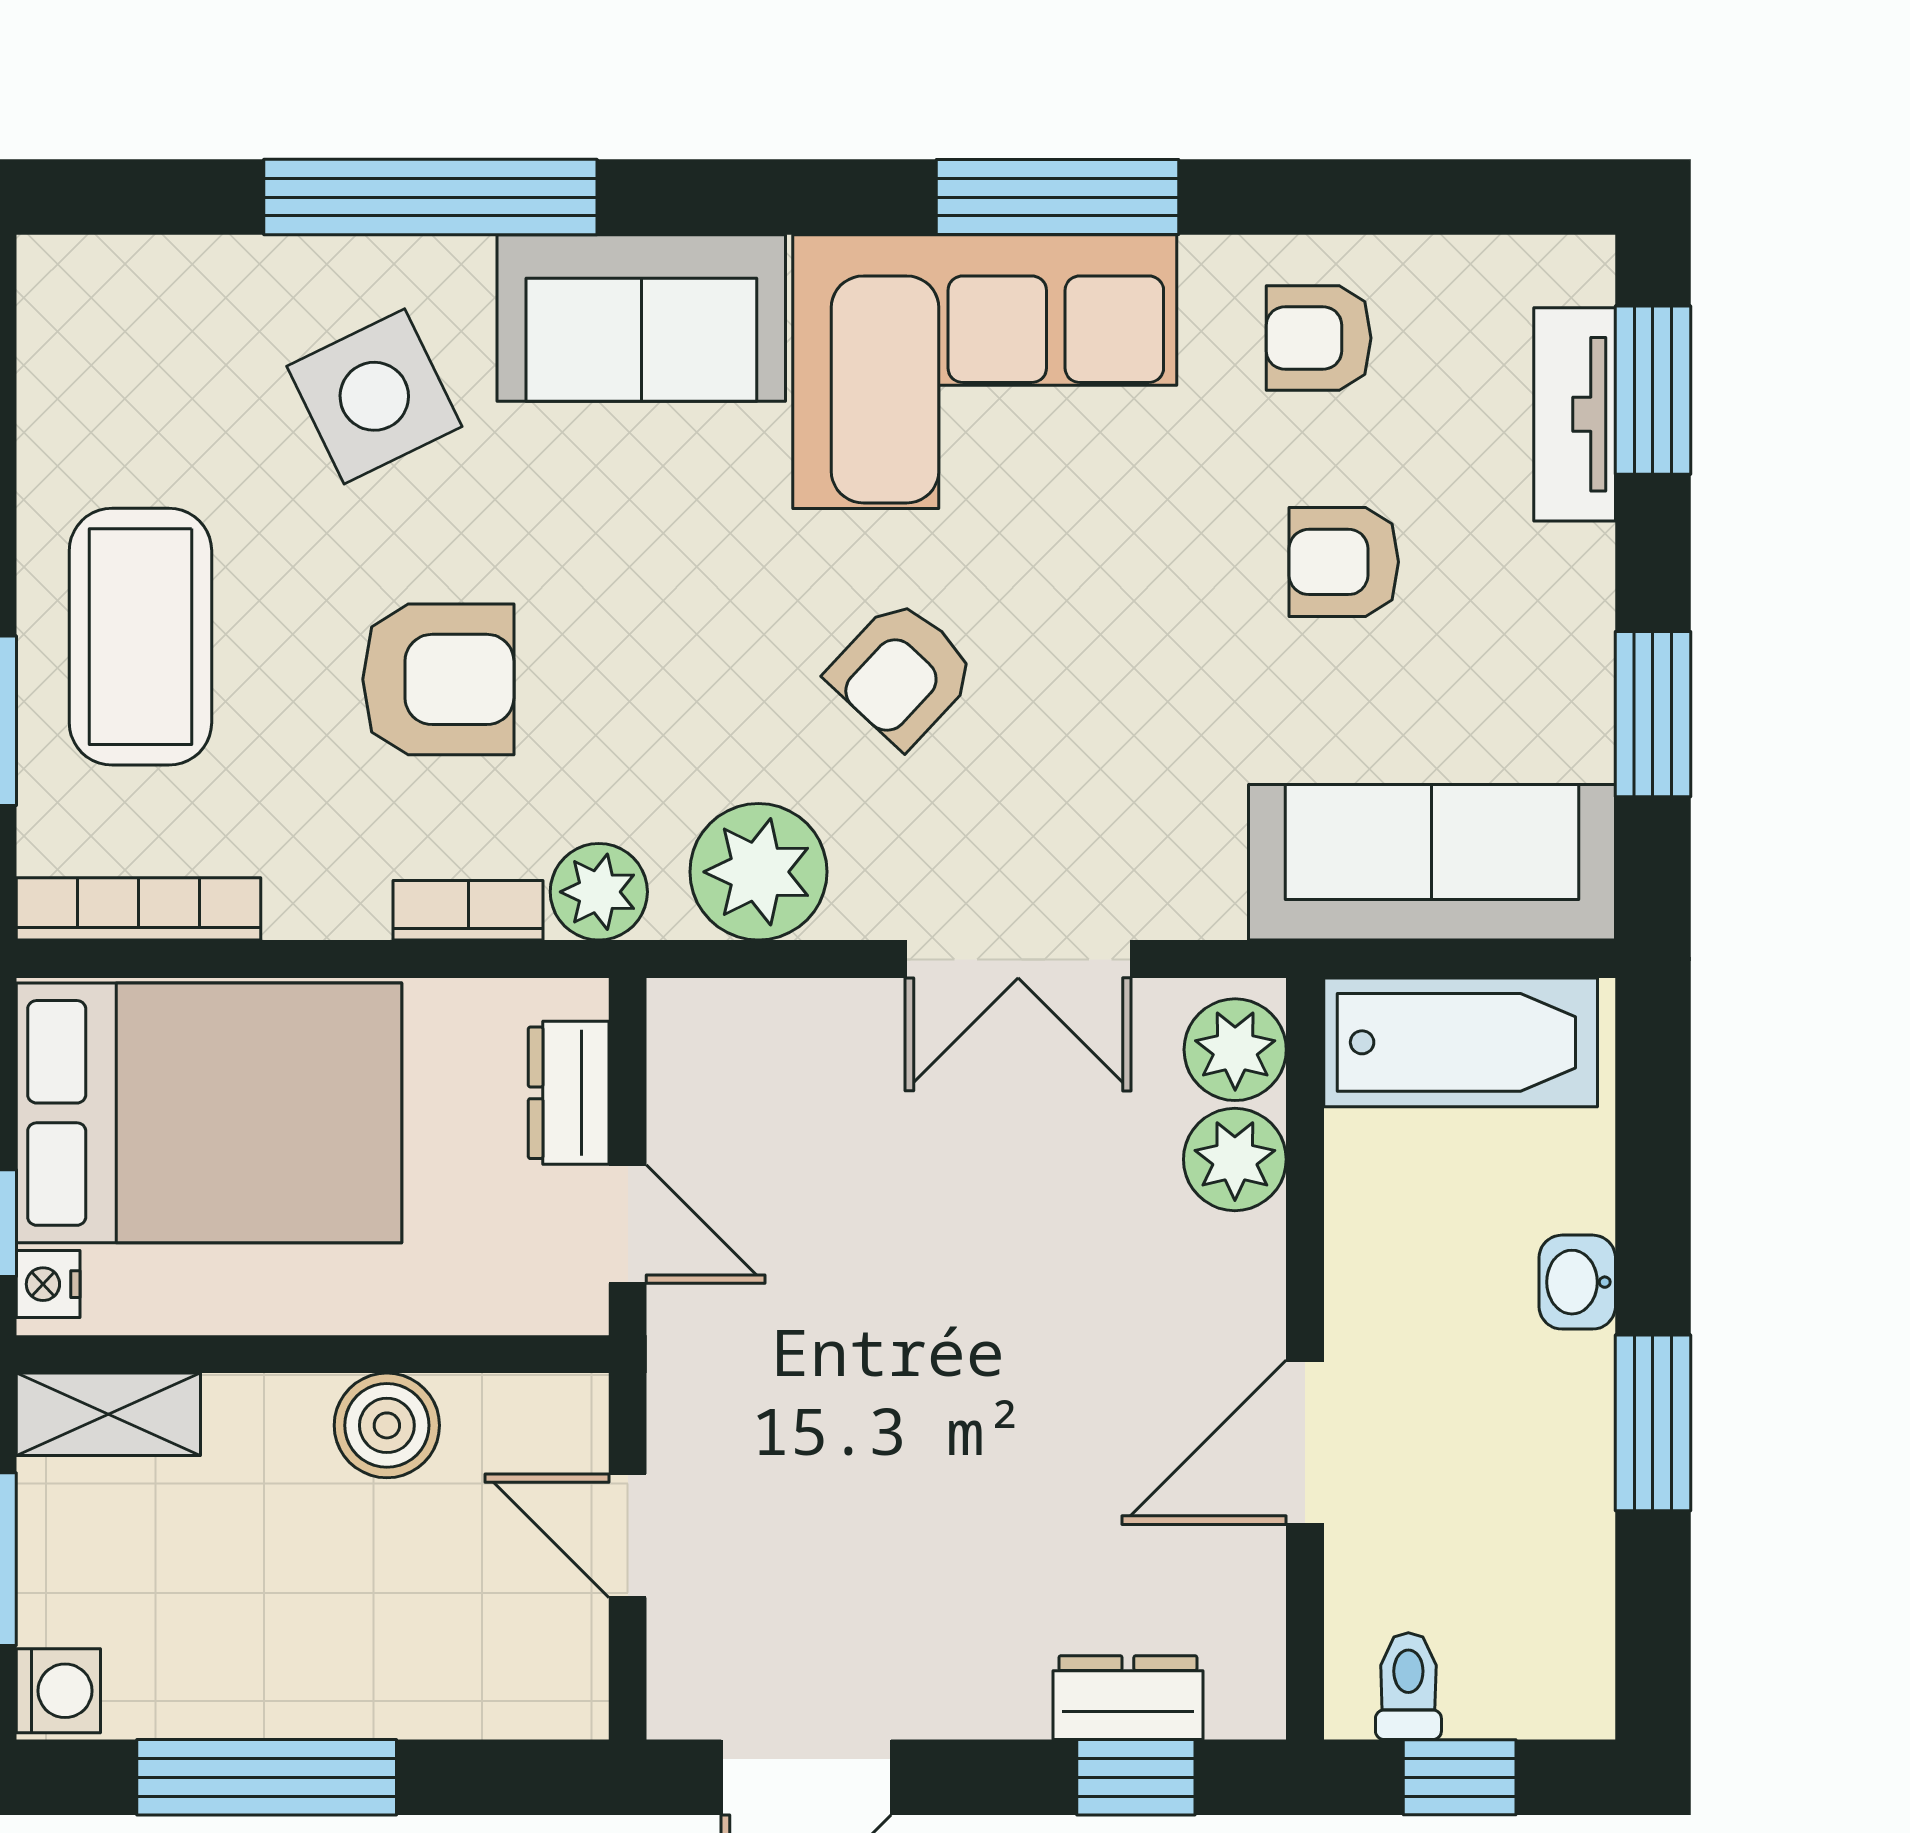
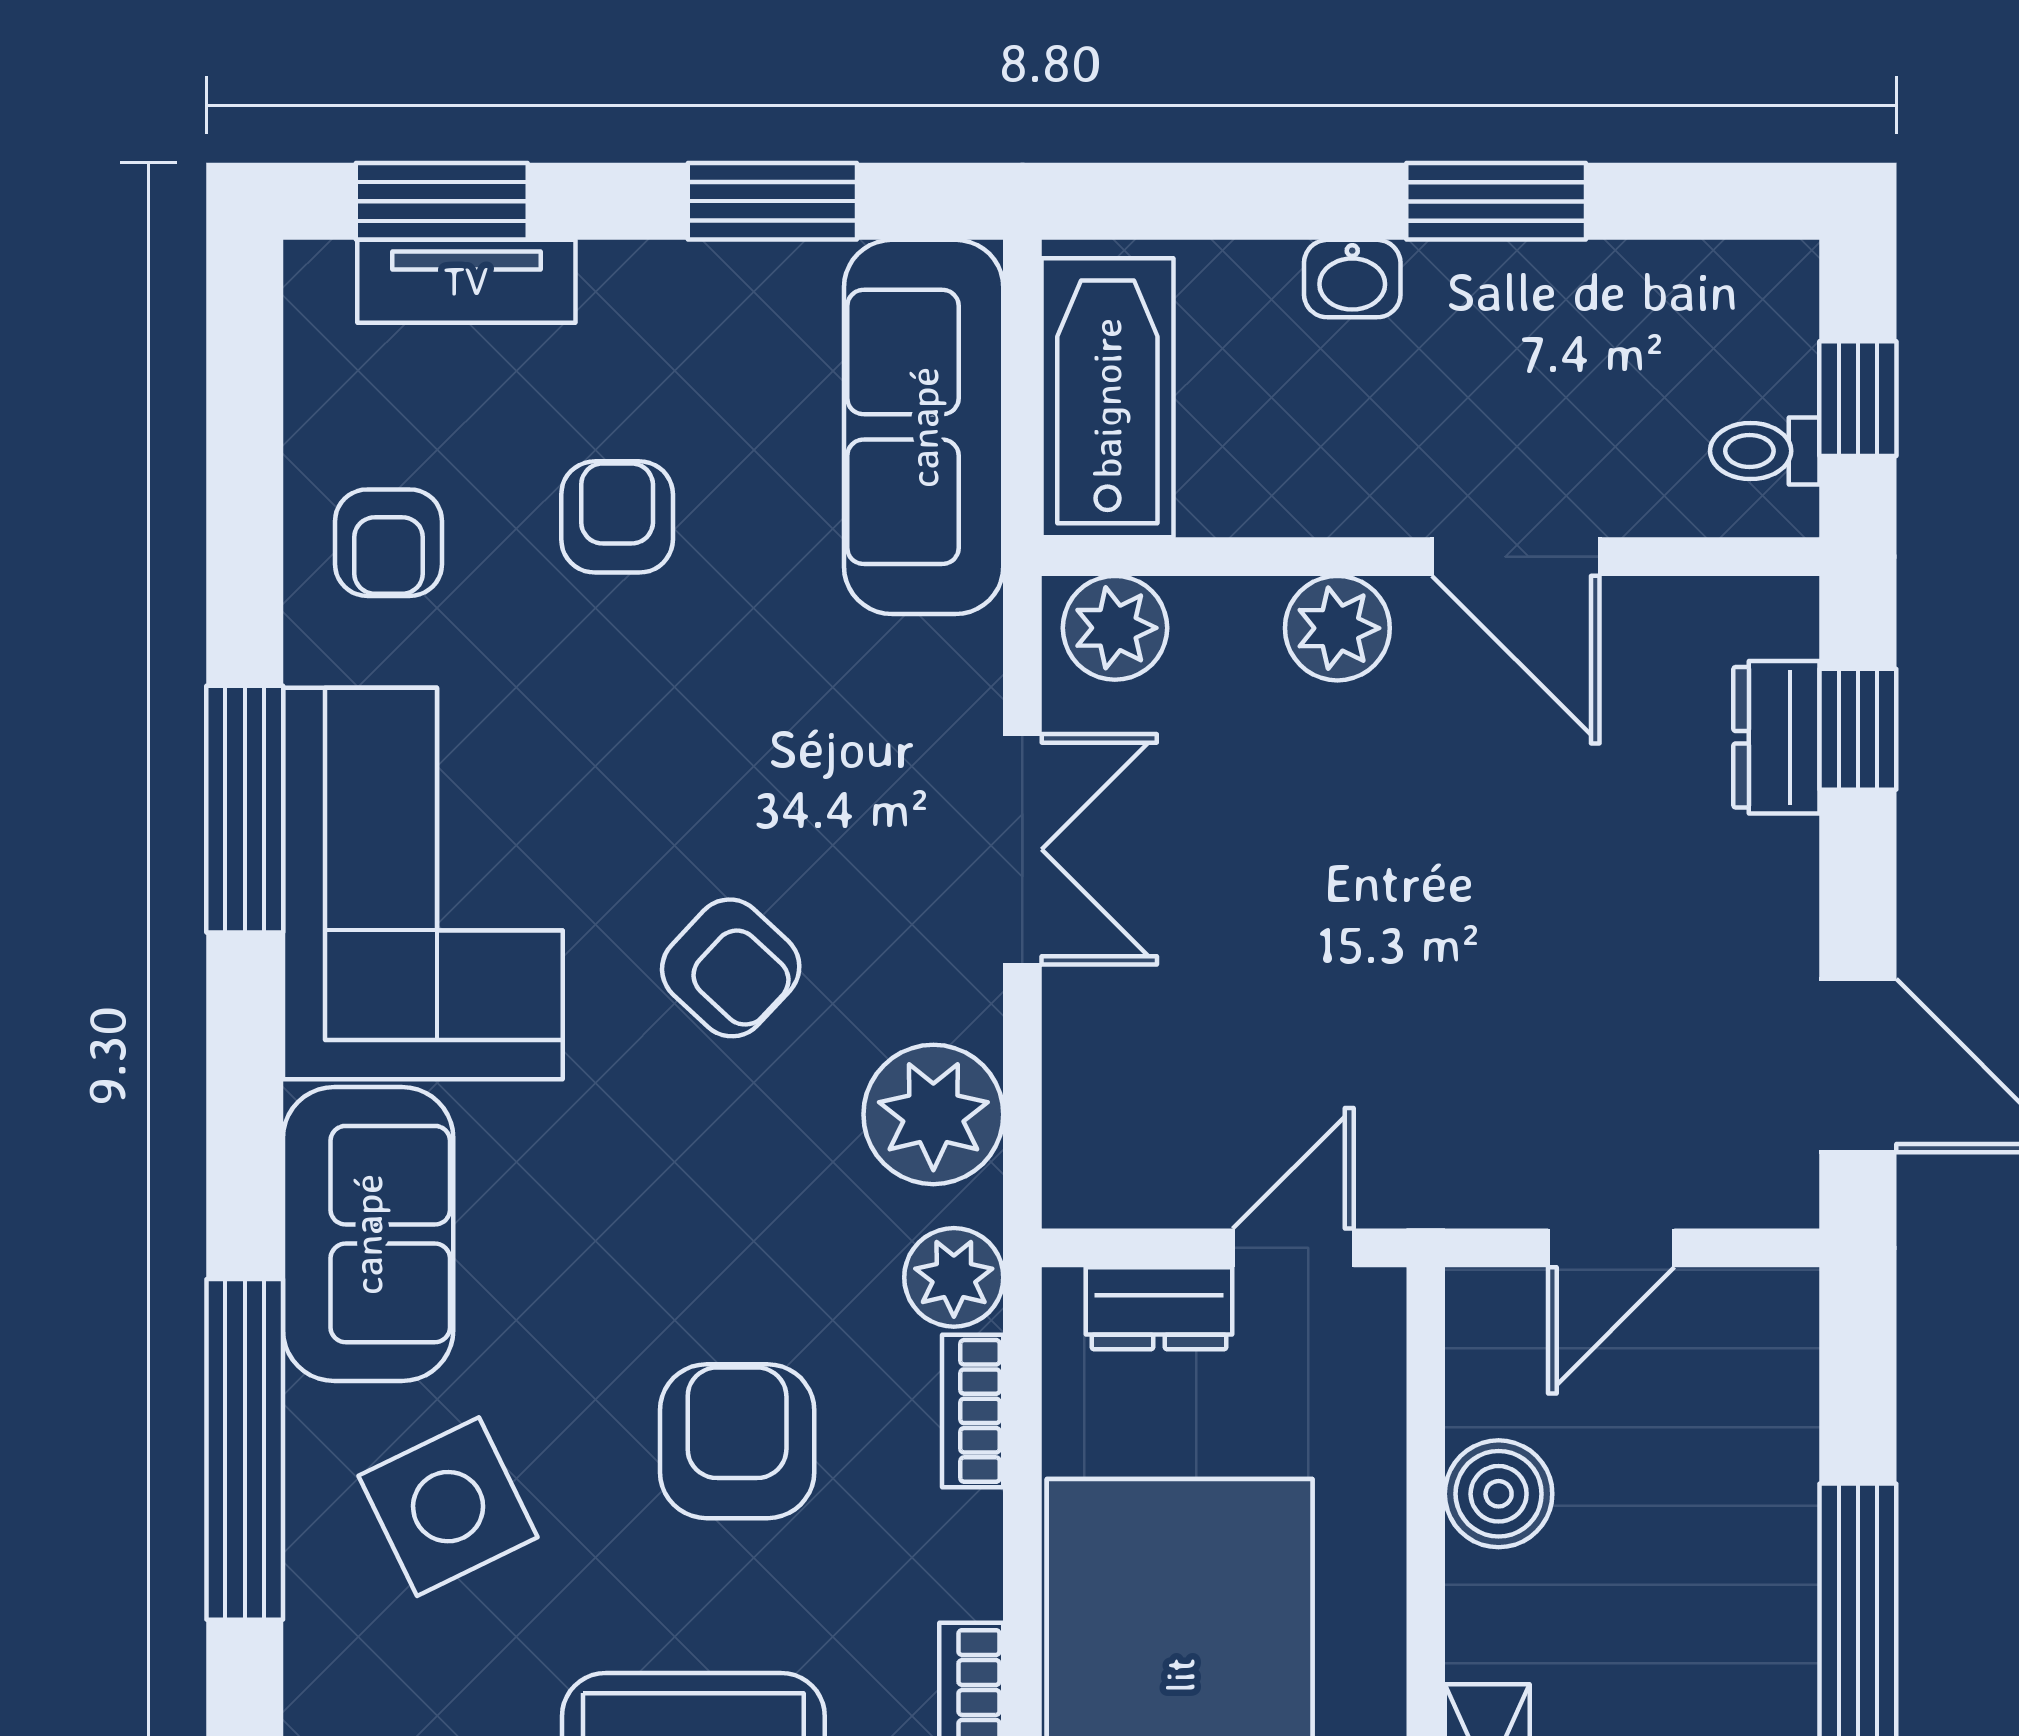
armchair: (1344, 562) -> (617, 517), turned 180
plant: (1235, 1159) -> (1337, 628), moved

